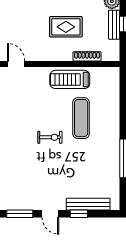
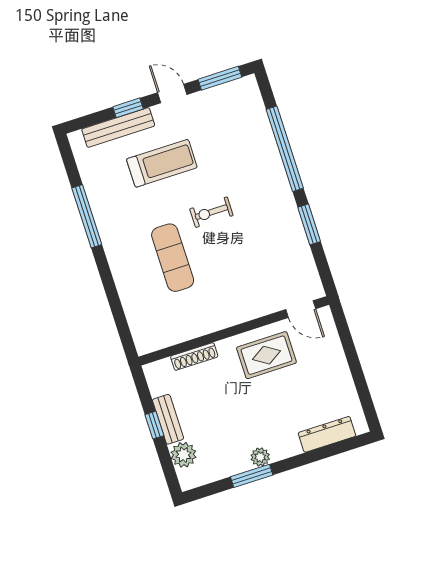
rug: (66, 27) -> (266, 355), moved
treadmill: (70, 79) -> (162, 163), moved

